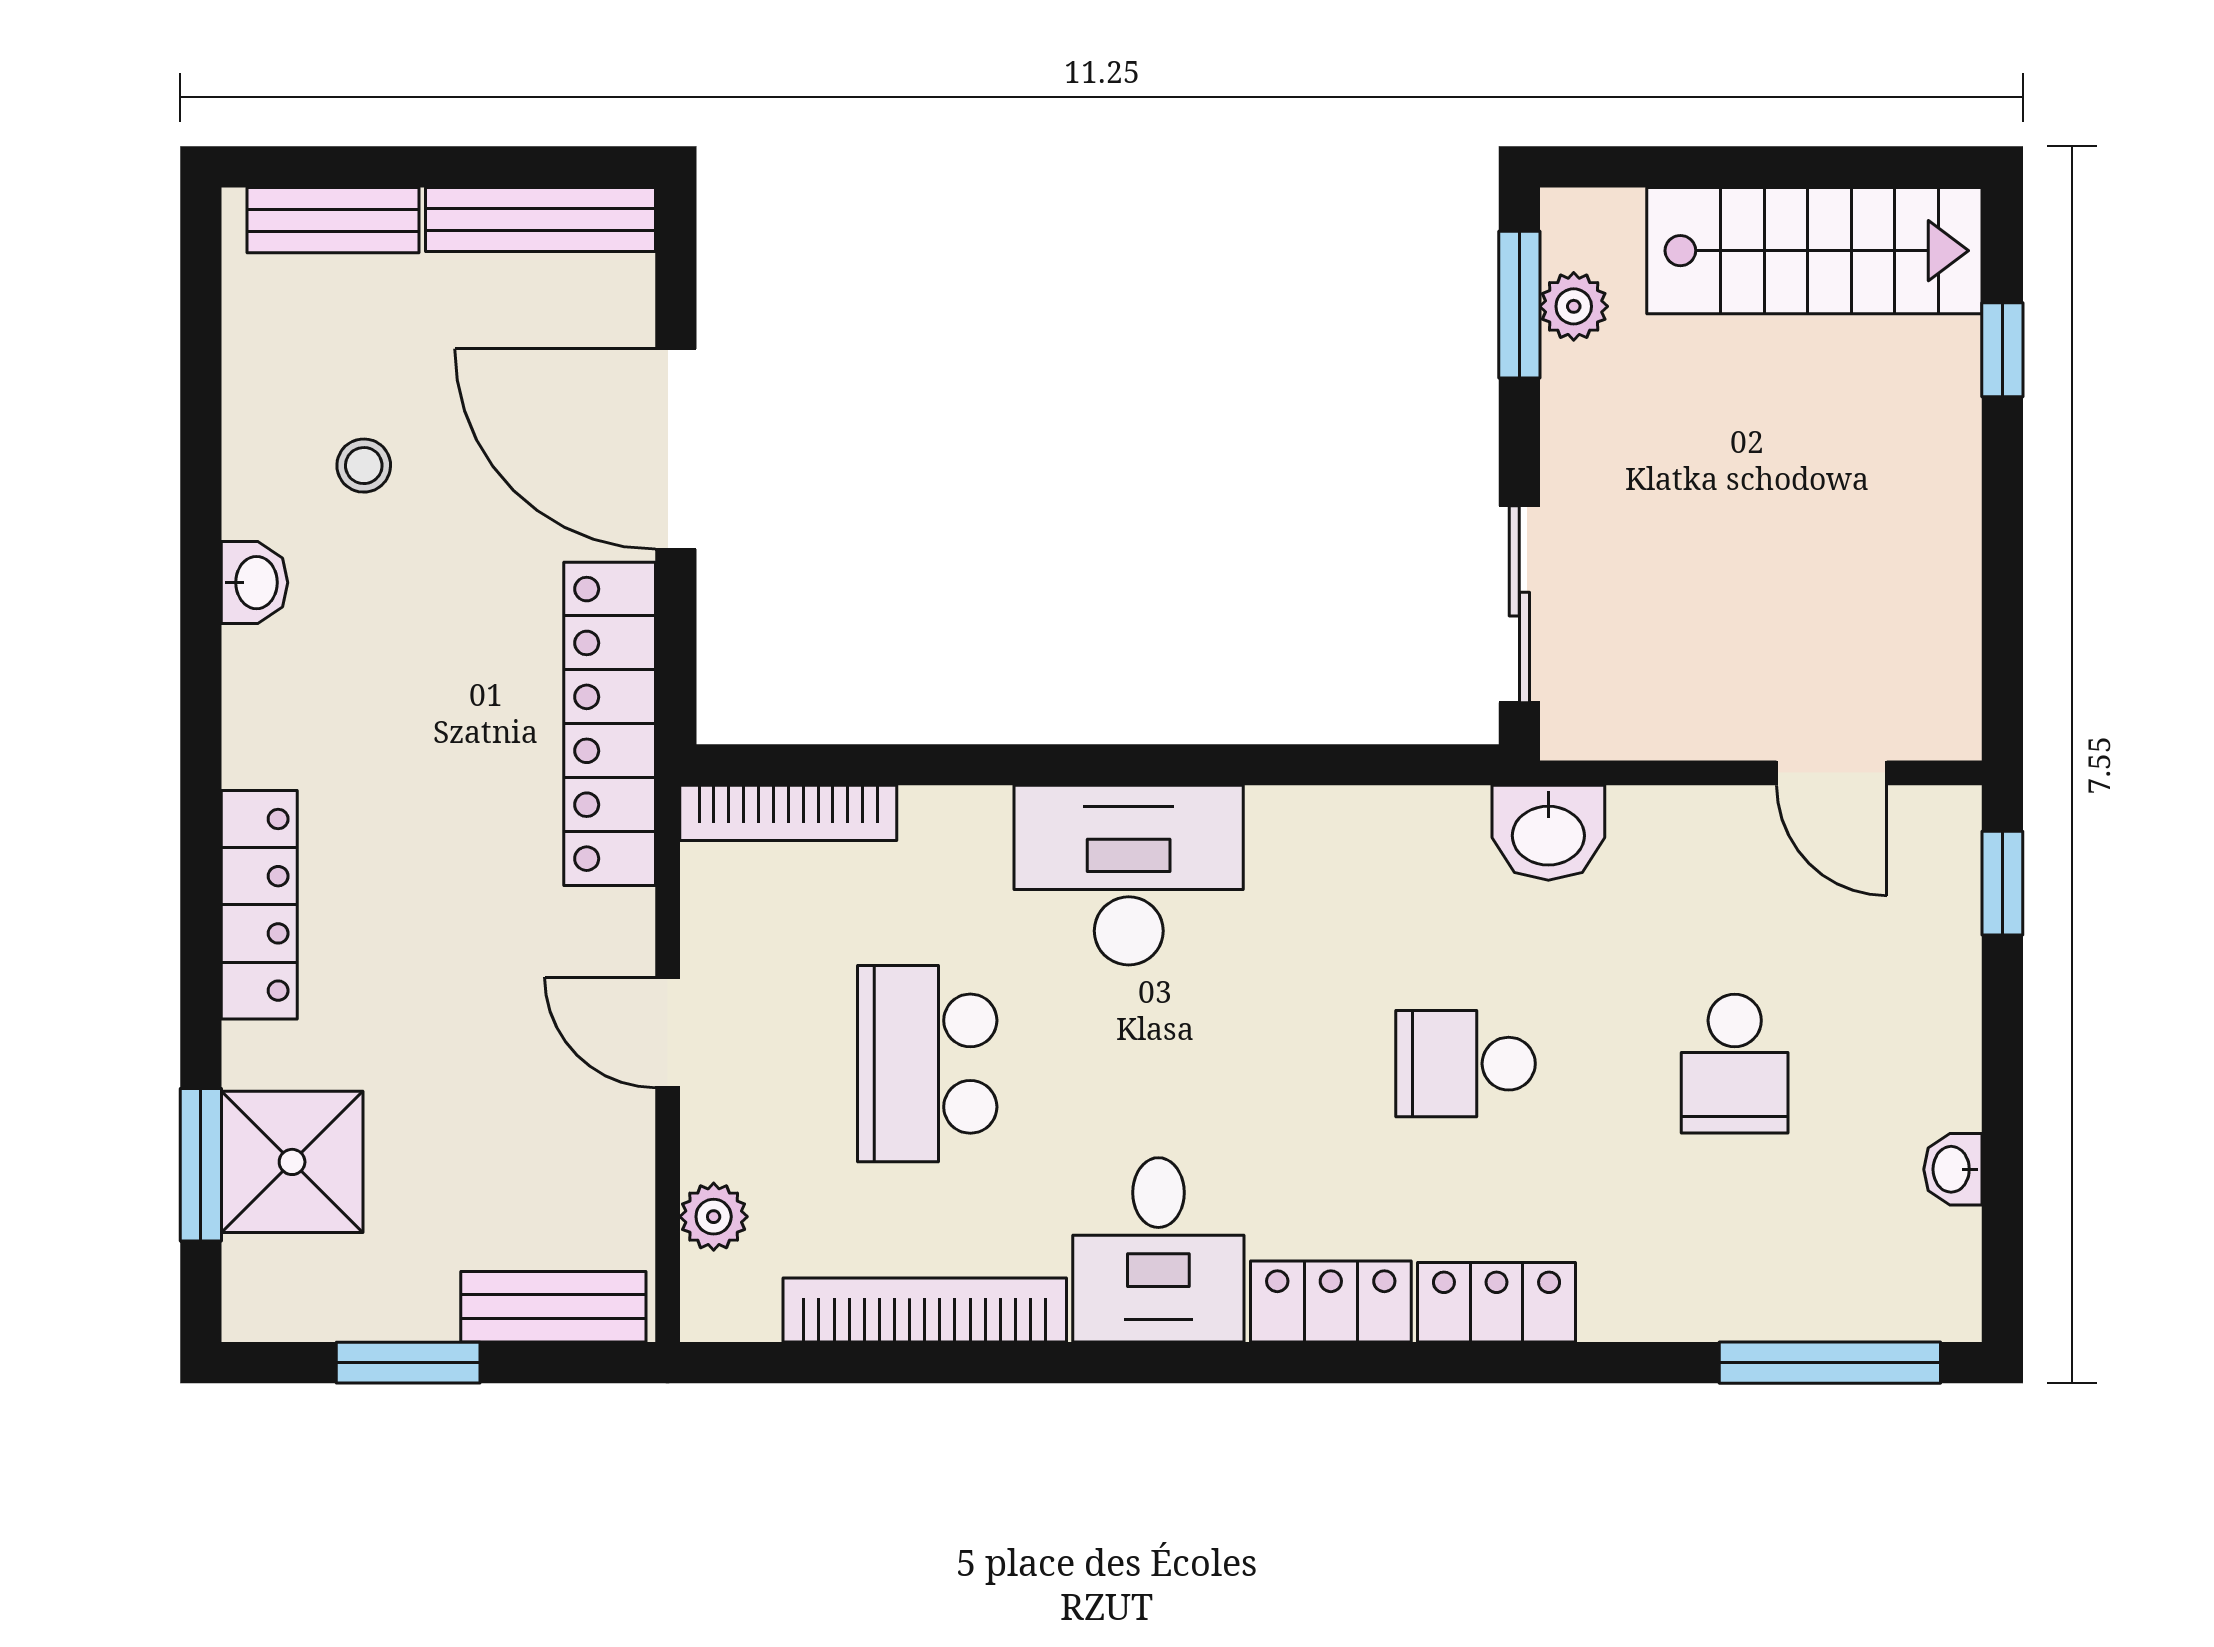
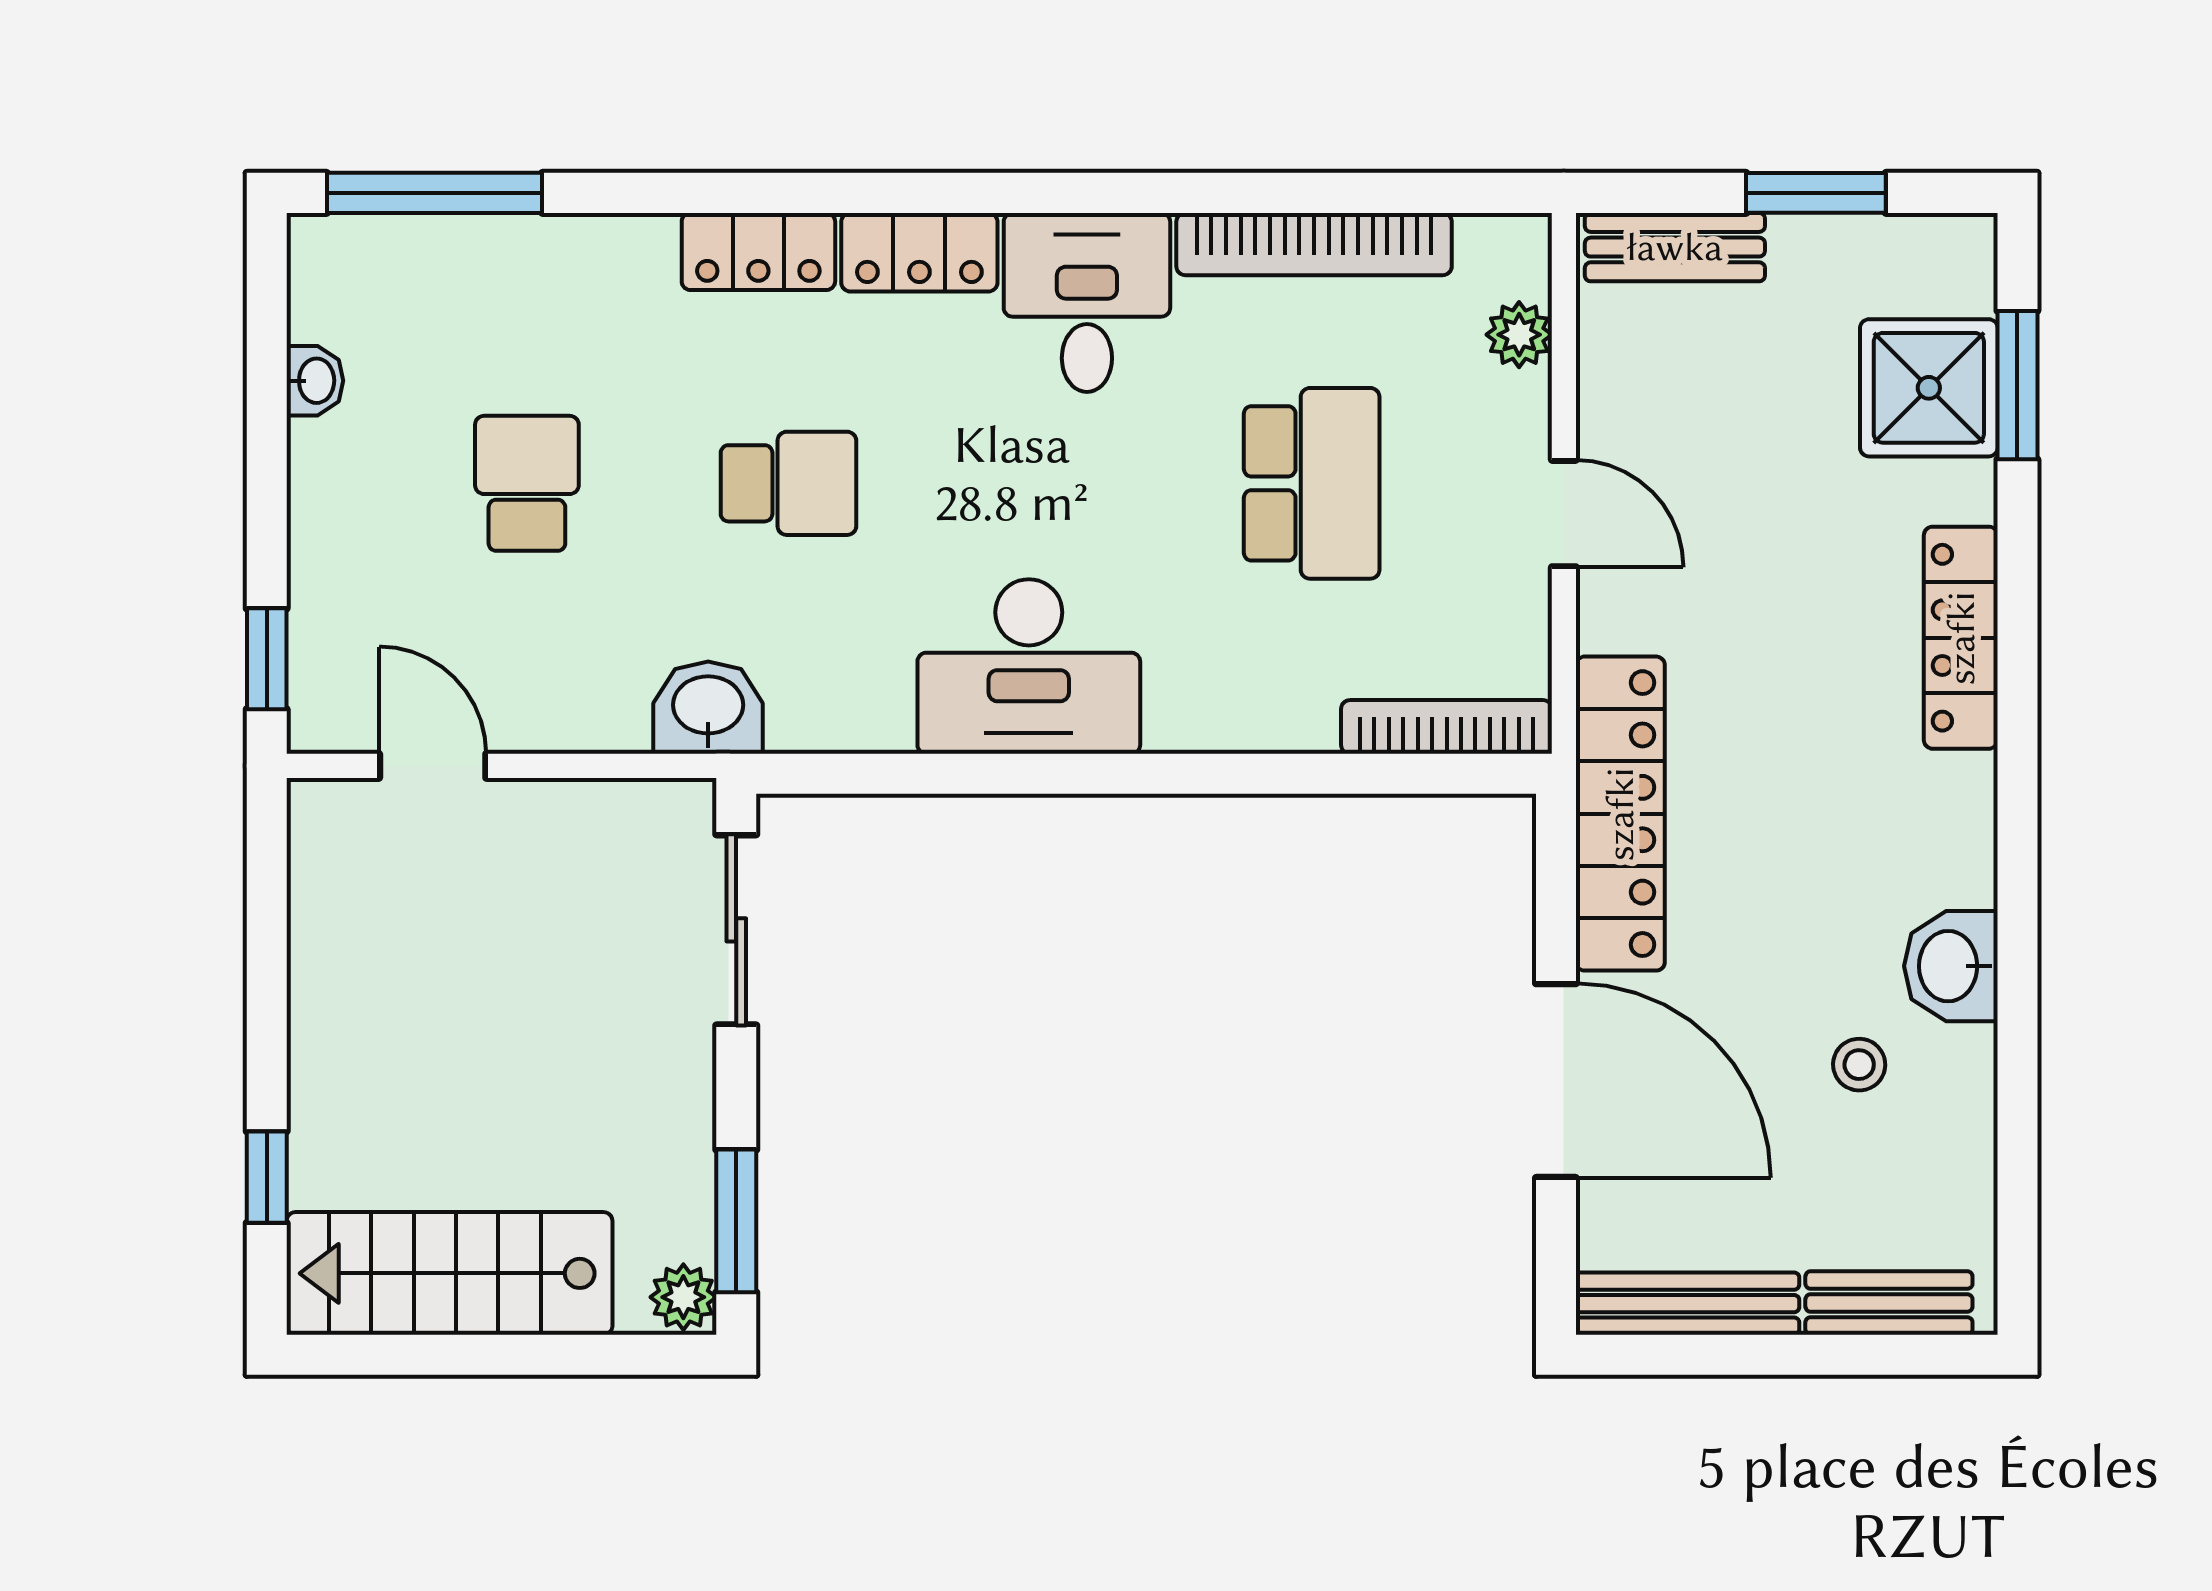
plant: (1574, 306) -> (683, 1297), moved
washbasin: (255, 583) -> (1951, 966), width x1.38, depth x1.45
desk: (1129, 875) -> (1029, 667), moved

